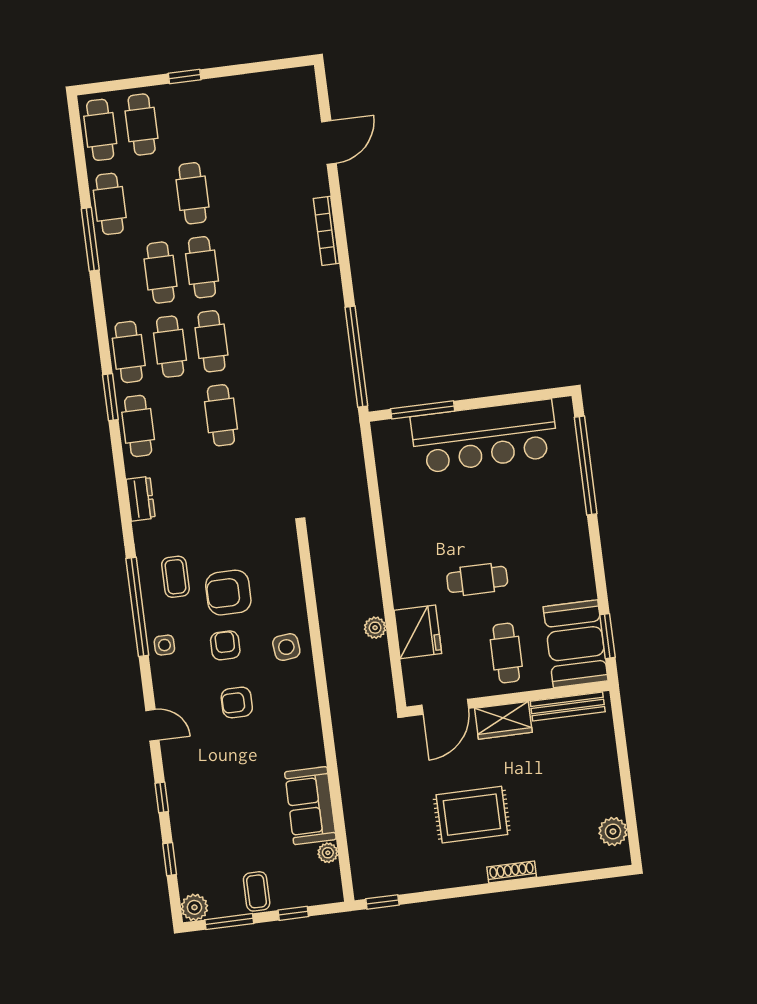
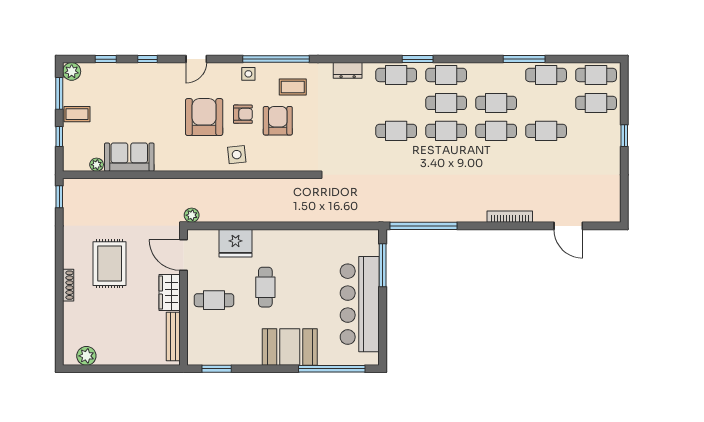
plant: (375, 628) -> (192, 215), moved
booth: (576, 644) -> (290, 347), moved
armchair: (237, 702) -> (204, 117), width x1.88, depth x1.88

